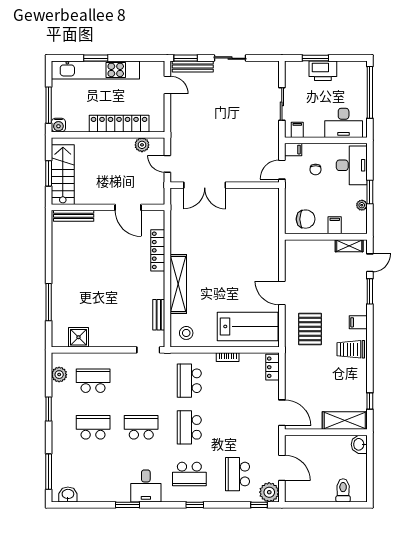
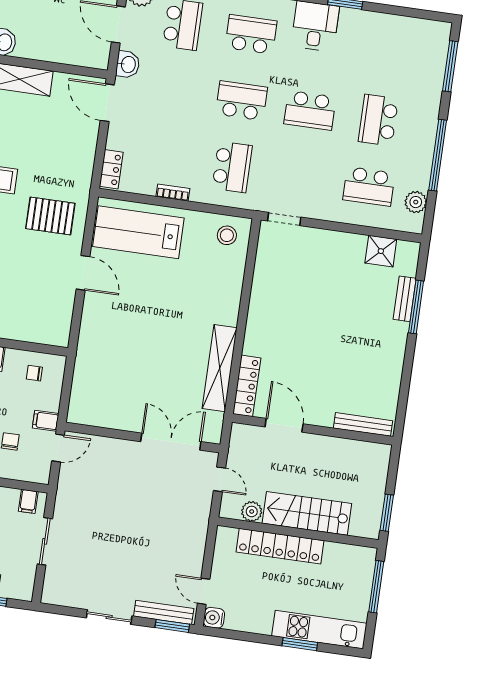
kitchen unit: (95, 70) -> (319, 630), width x0.73
water cooler: (58, 125) -> (214, 618), moved, turned -90
filing cabinet: (293, 150) -> (46, 421), moved
window: (49, 173) -> (387, 513), moved
stairs: (63, 175) -> (307, 513), moved, turned 90
chair: (306, 219) -> (34, 373), width x0.54, depth x0.54
locker: (158, 250) -> (247, 386), moved
shelving: (178, 284) -> (220, 368), moved
bench: (159, 315) -> (405, 299), moved
pallet: (310, 329) -> (50, 216), turned 90
window: (49, 409) -> (438, 155), width x2.11
school desk: (93, 427) -> (378, 120), turned 90
school desk: (189, 427) -> (242, 101), turned -90
washbasin: (68, 494) -> (128, 64), moved, turned -90

